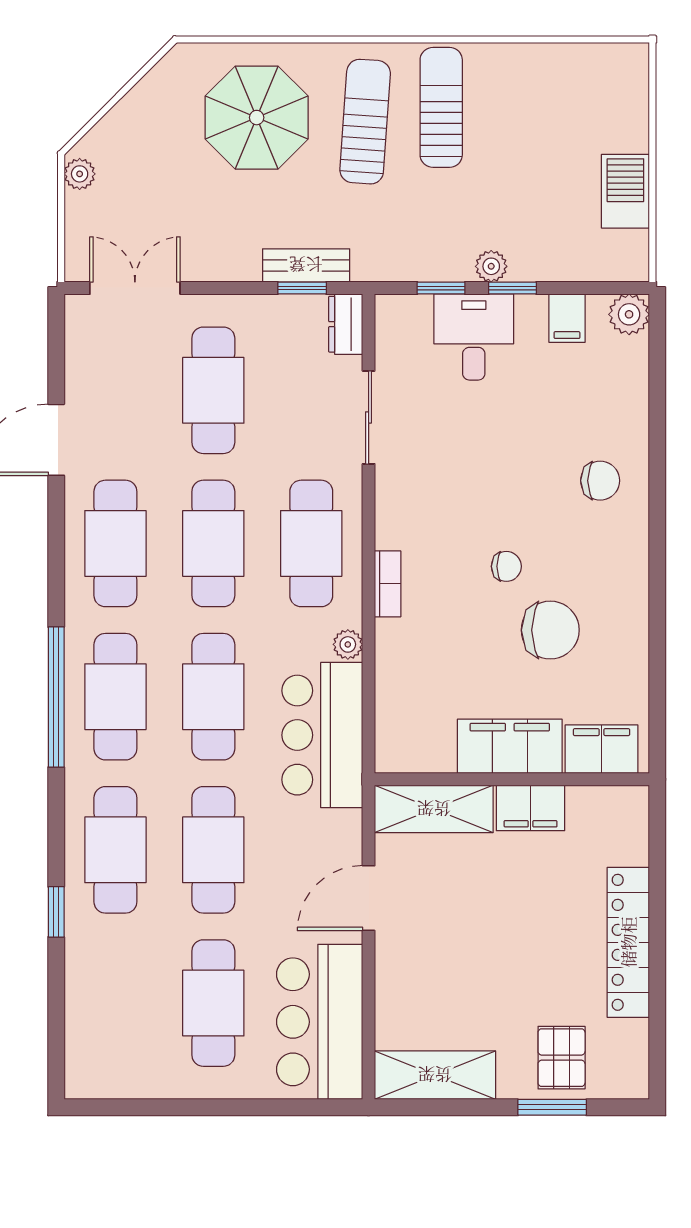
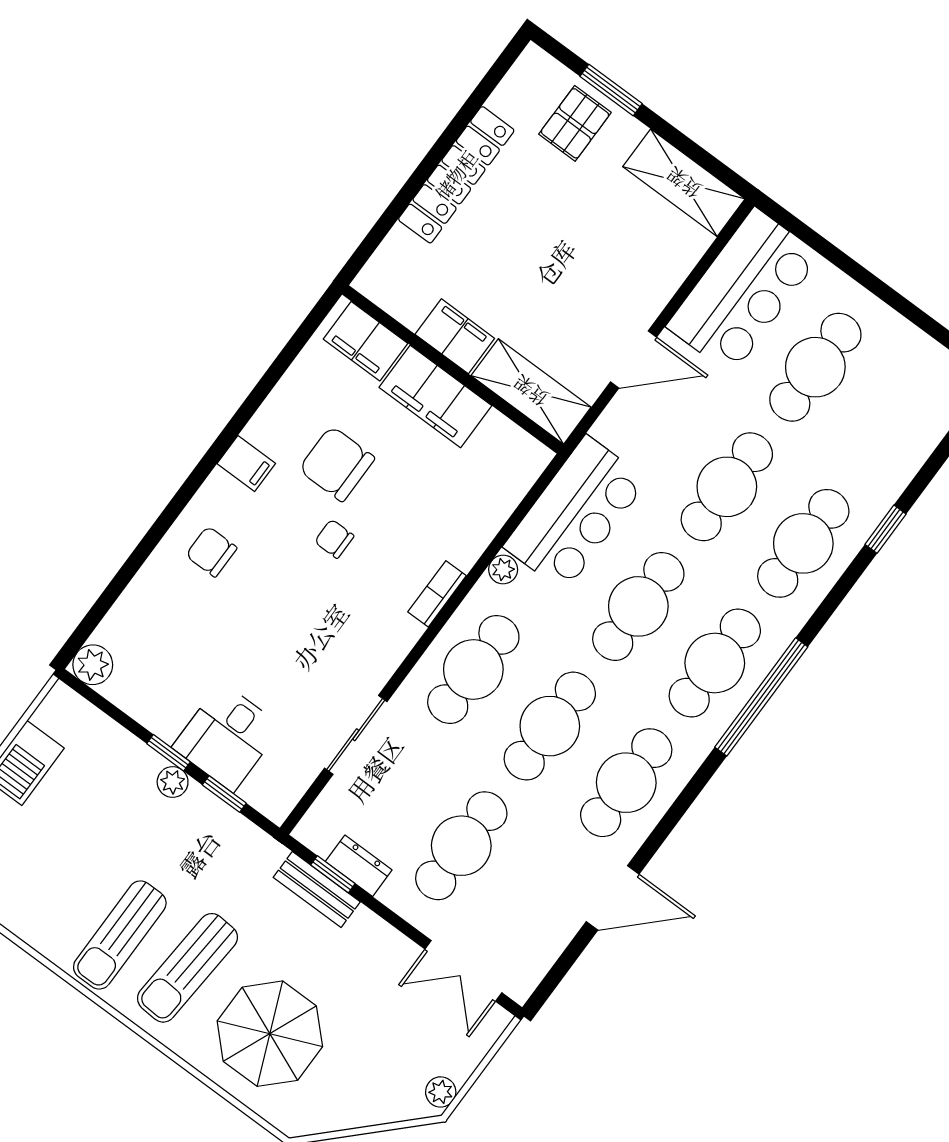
filing cabinet: (567, 318) -> (246, 464), moved, turned 90
dresser: (346, 324) -> (359, 866), moved, turned -90

